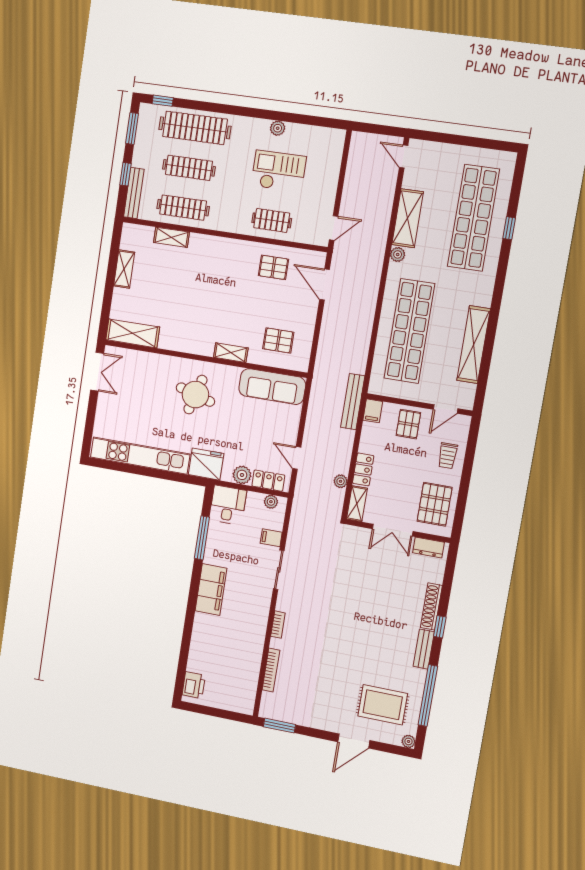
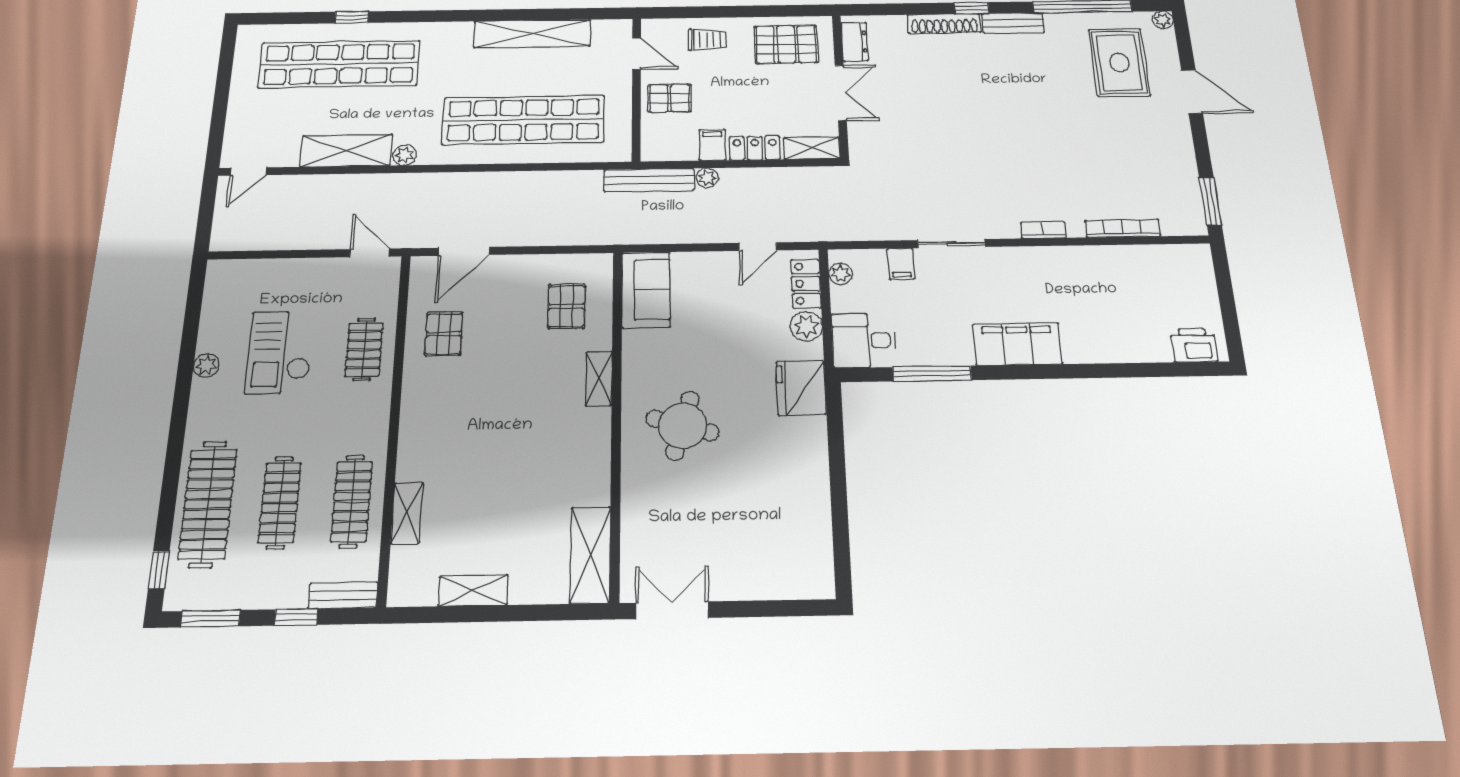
bench: (134, 193) -> (343, 595), width x0.73
sofa: (272, 387) -> (646, 290), width x0.73
filing cabinet: (373, 411) -> (712, 145), moved, turned -90
kitchen unit: (140, 456) -> (812, 505), removed
plant: (341, 481) -> (707, 178), moved

